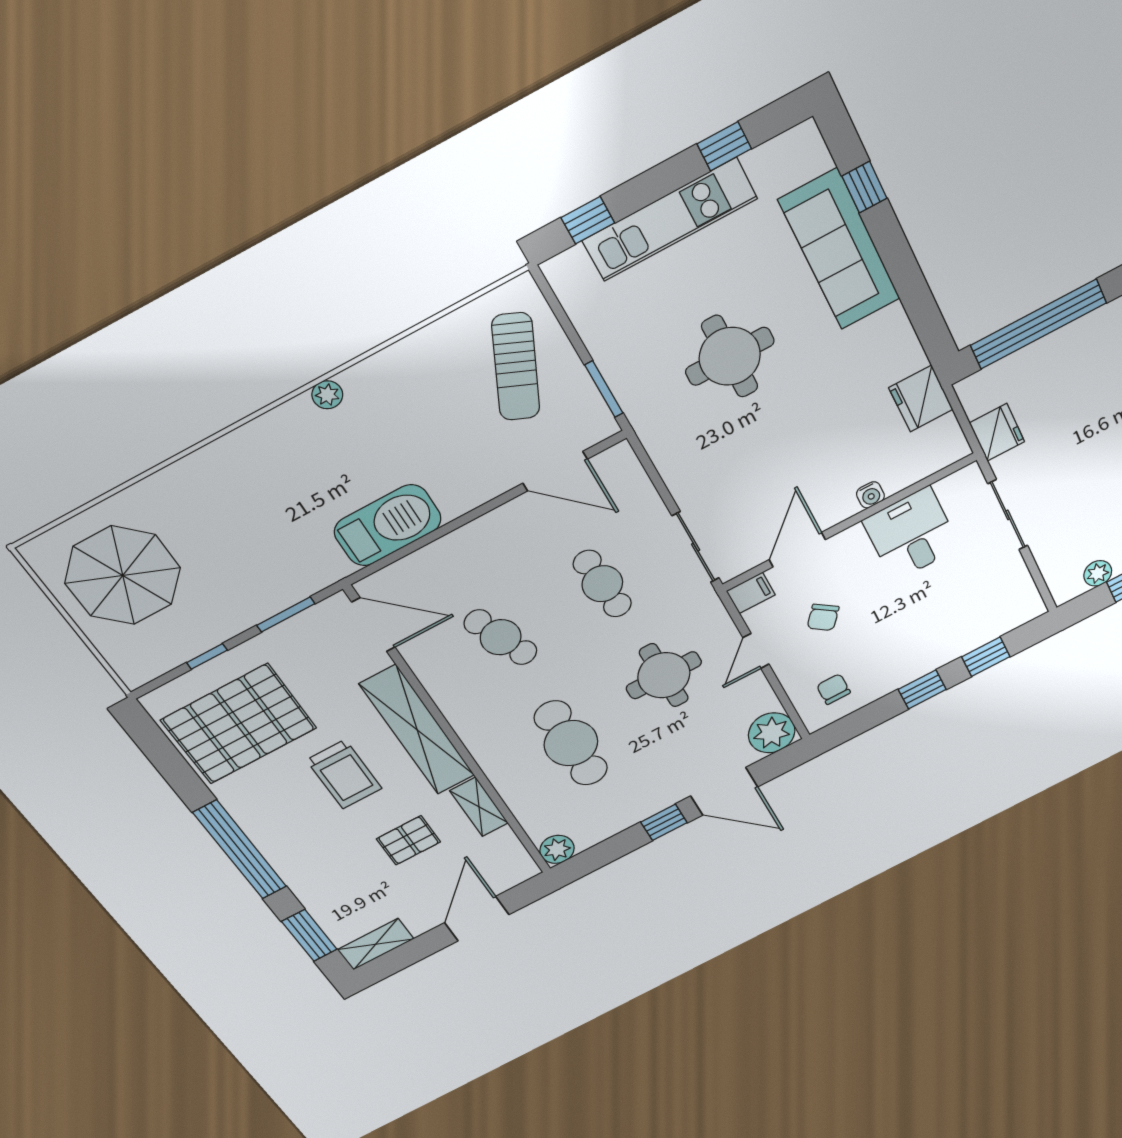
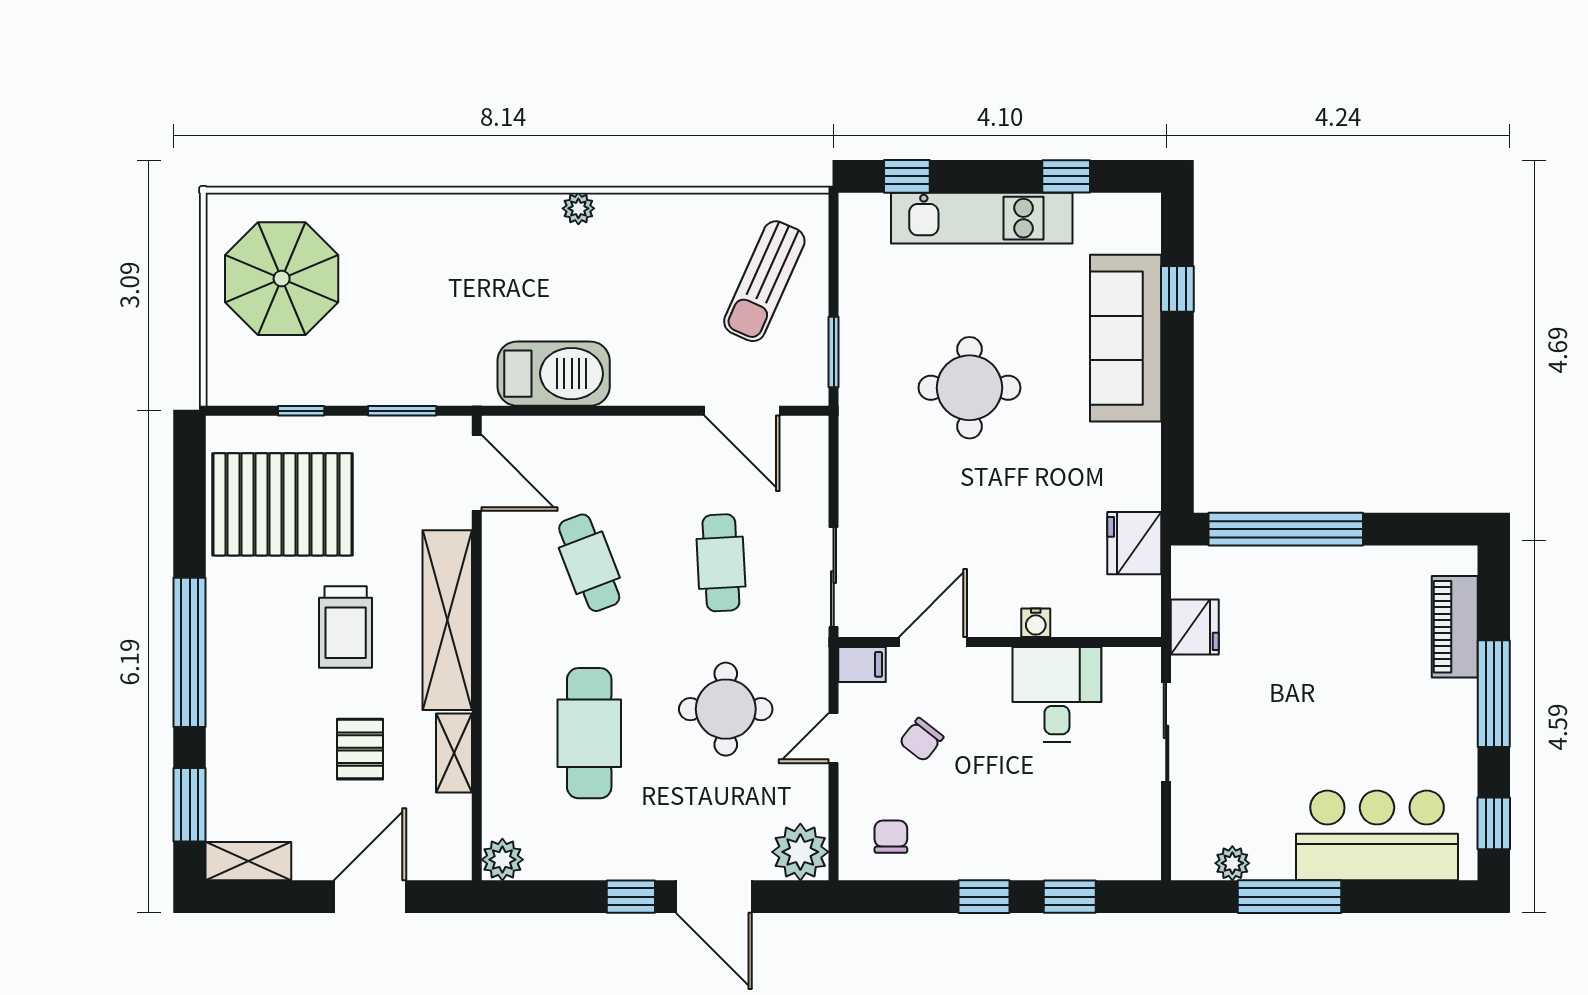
pallet: (408, 840) -> (360, 749), turned 90

